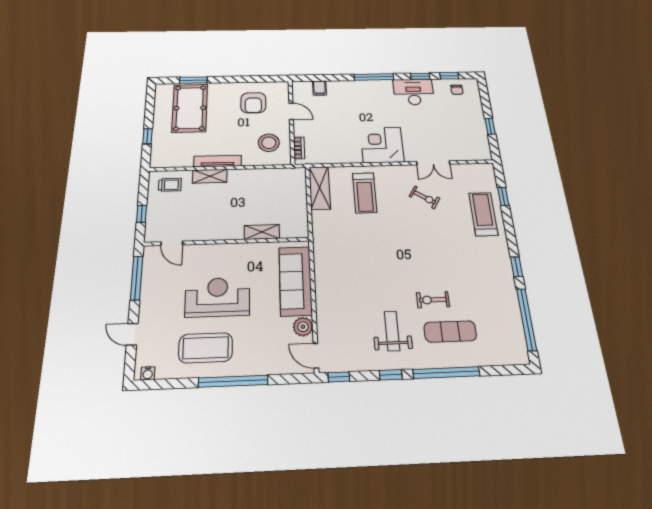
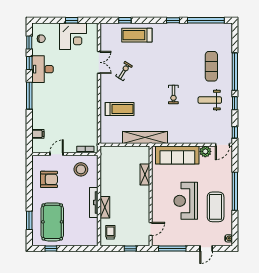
pool table: (190, 108) -> (52, 222), turned 90
window: (148, 136) -> (51, 249), moved
corner desk: (382, 145) -> (73, 36), moved, turned -90
shelving: (320, 188) -> (145, 138), moved, width x1.47
exercise bike: (433, 300) -> (173, 94), moved

